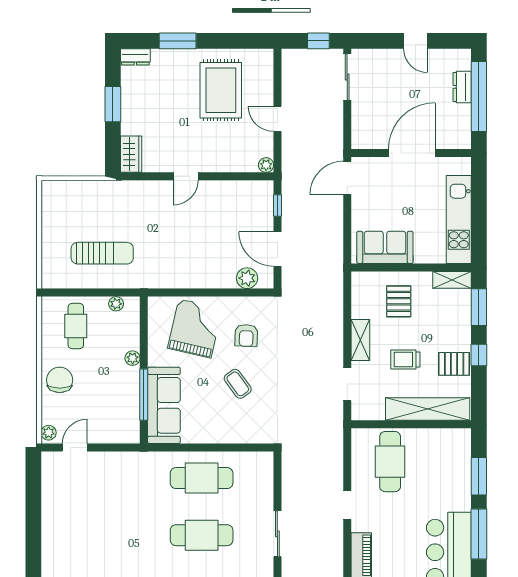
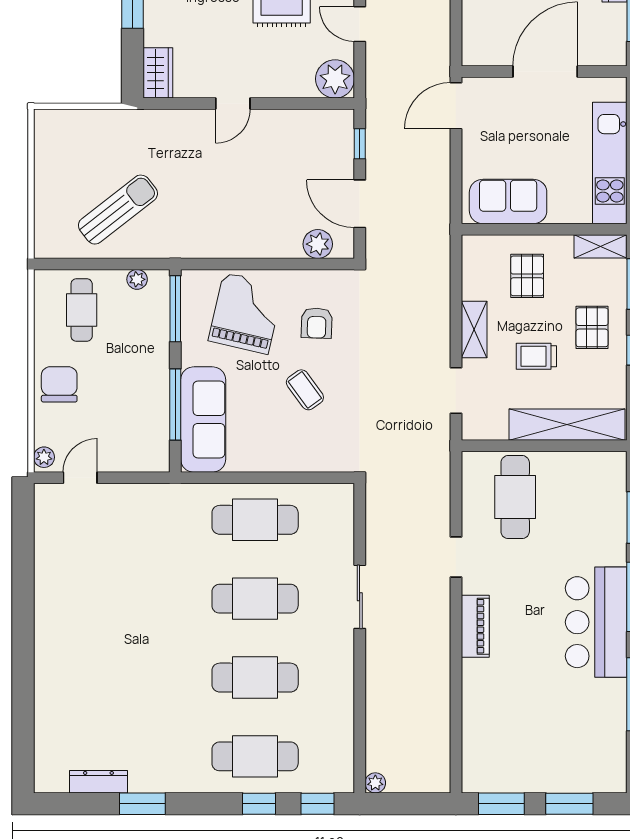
plant: (266, 165) -> (335, 79), width x1.88, depth x1.88
sun lounger: (102, 253) -> (118, 210), turned -38
window: (144, 325) -> (175, 309), added
plant: (133, 358) -> (160, 354), removed
pallet: (454, 364) -> (592, 327), moved, turned 90

